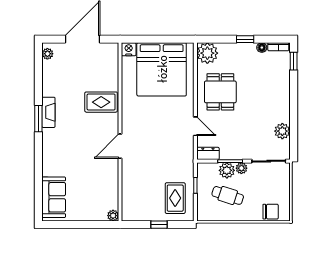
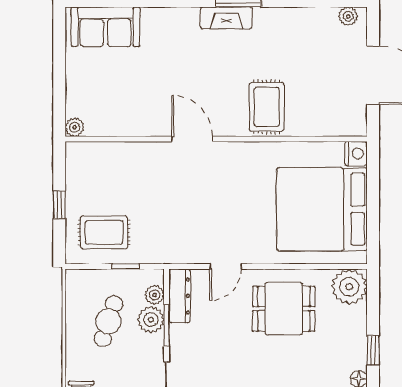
fireplace: (48, 112) -> (226, 18), moved
dresser: (208, 153) -> (180, 296), width x1.44
plant: (241, 168) -> (155, 295), moved

